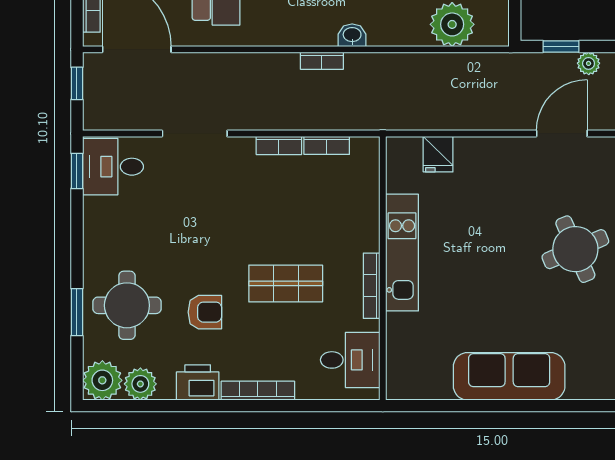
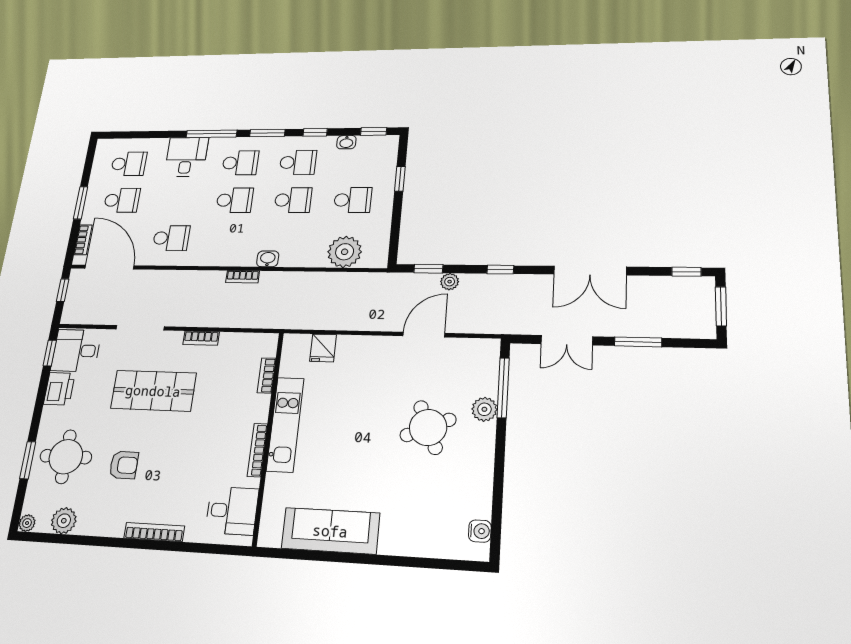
bookcase: (327, 145) -> (267, 375), moved, turned 90
shop shelf: (286, 283) -> (153, 391), moved, width x1.43, depth x1.36
sofa: (509, 376) -> (330, 531), moved
plant: (102, 380) -> (27, 523), width x0.53, depth x0.53
printer: (198, 382) -> (59, 389), moved, turned 90

